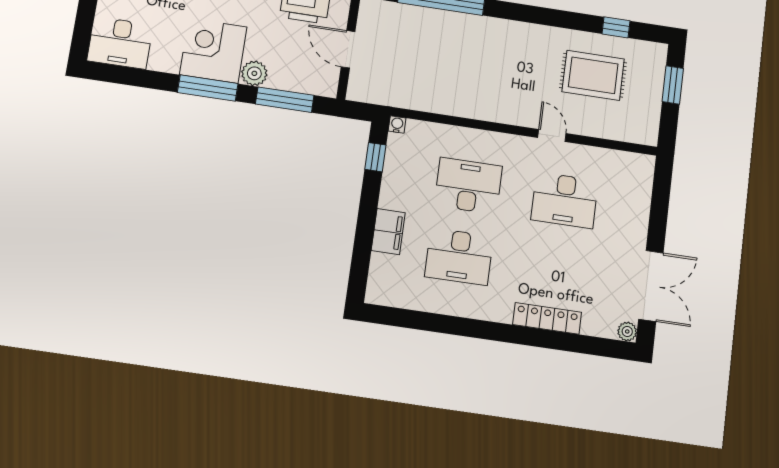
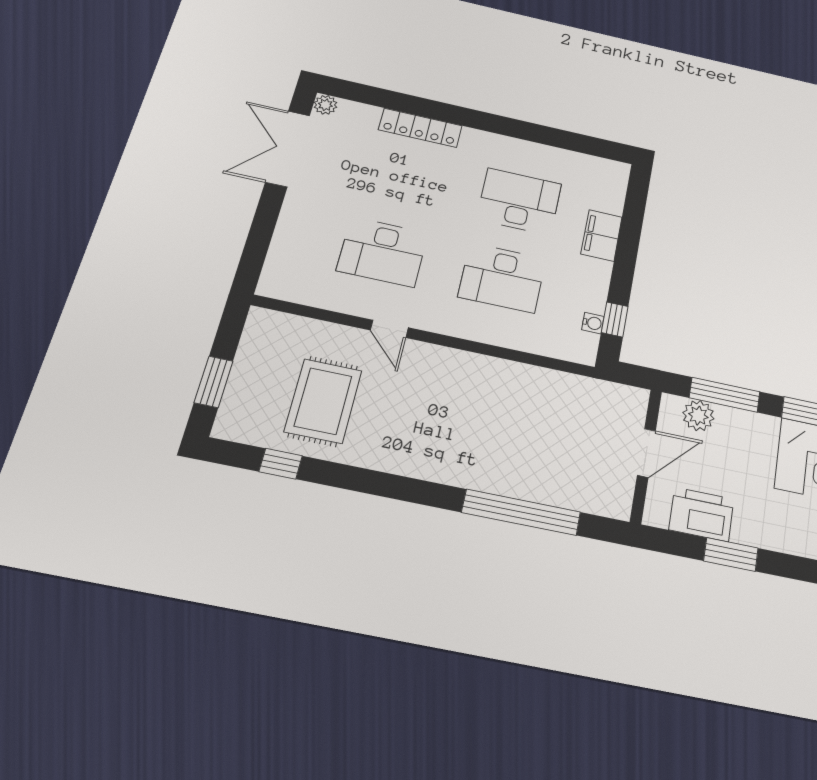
door: (348, 49) -> (646, 453), hinge flipped
plant: (254, 73) -> (698, 416), moved
rug: (593, 75) -> (323, 401), turned 90
water cooler: (397, 124) -> (593, 323), moved, turned -90
desk: (565, 200) -> (382, 252), turned 180

